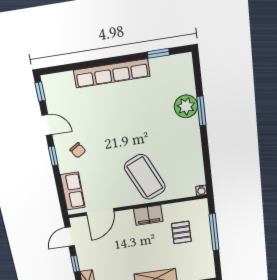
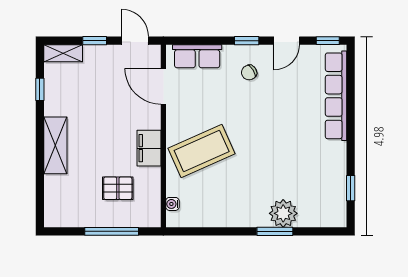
row of seats: (112, 73) -> (336, 96), moved
water cooler: (201, 190) -> (172, 204), moved

